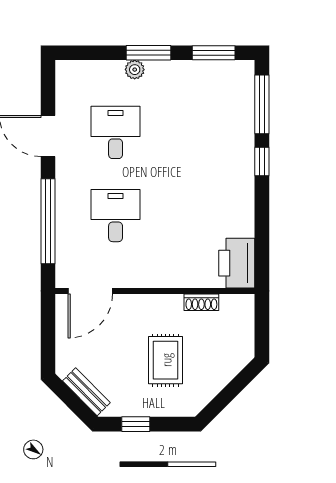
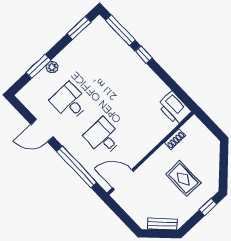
window: (148, 53) -> (38, 66), moved
door: (90, 291) -> (123, 180), swing flipped
window: (136, 424) -> (208, 207), moved

